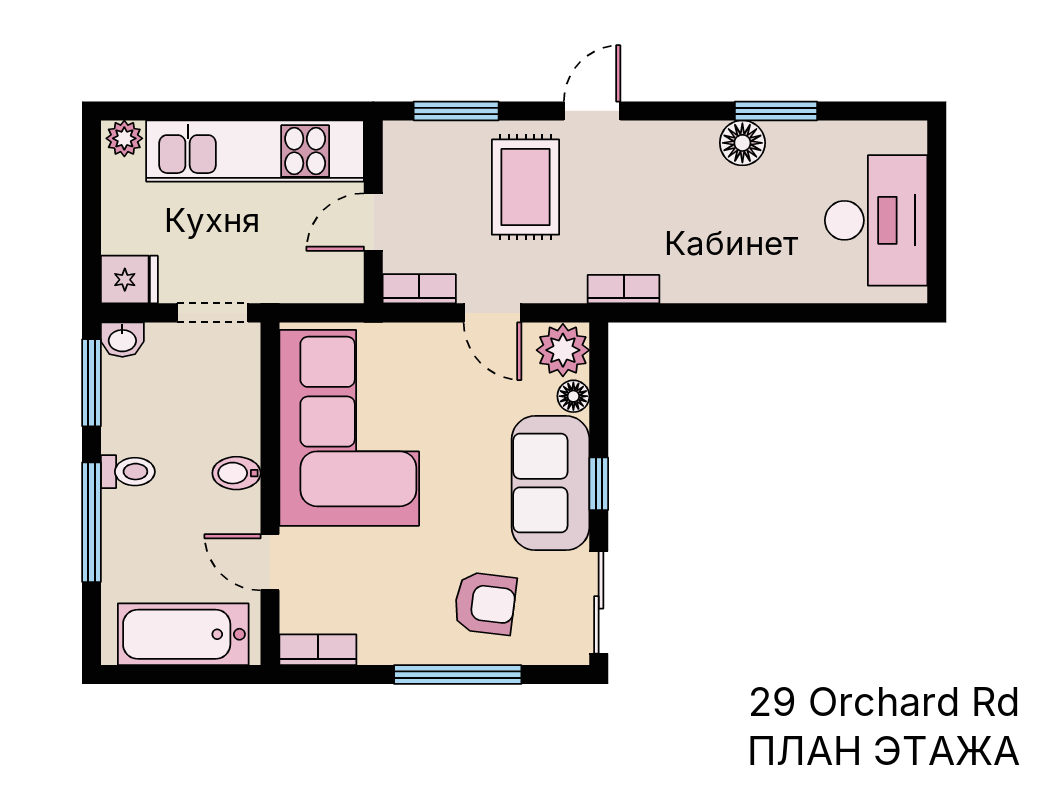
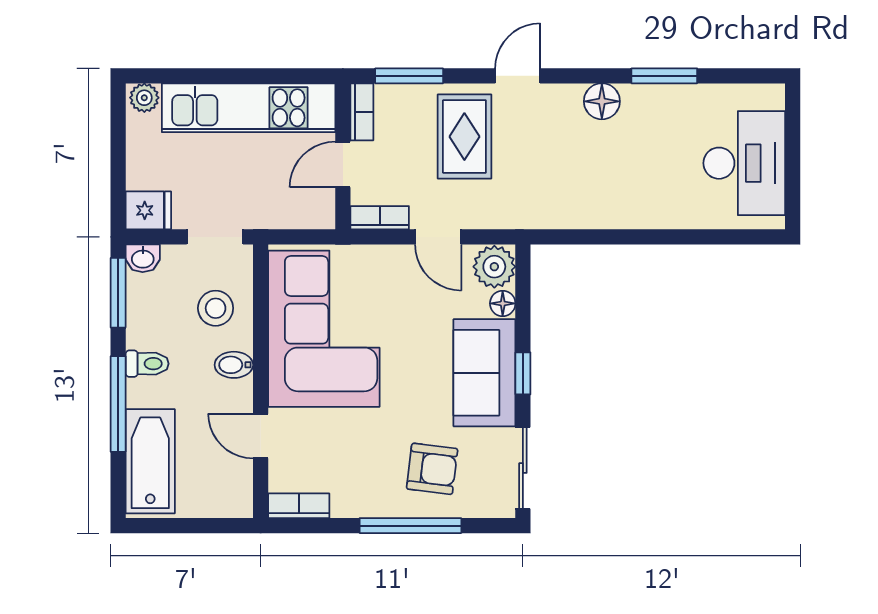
floor lamp: (742, 143) -> (602, 101), moved
bookcase: (624, 289) -> (362, 112), moved, turned 90
stool: (214, 402) -> (216, 308), added
bathtub: (183, 634) -> (150, 461), moved, turned 90

